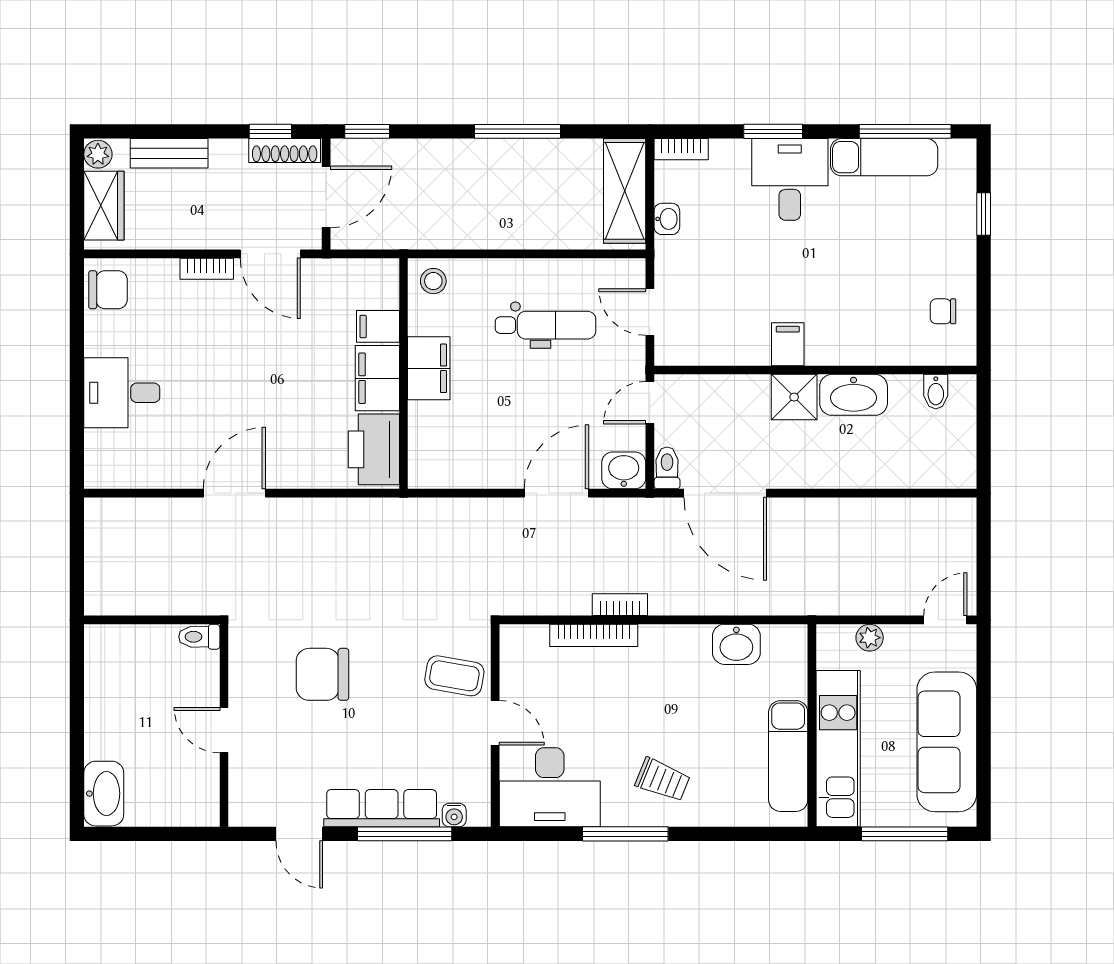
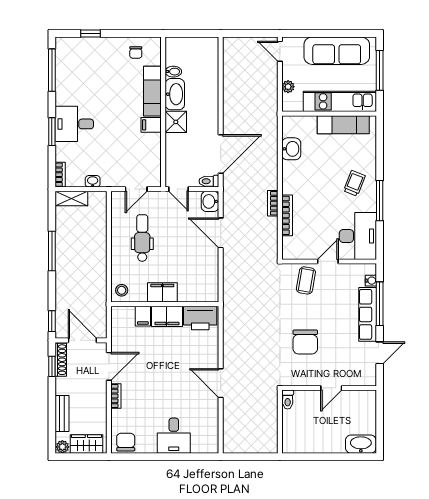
exam couch: (884, 157) -> (152, 91), moved, turned 180
shelving: (625, 191) -> (71, 199), width x0.67, depth x0.75
bidet: (936, 392) -> (173, 72), moved

